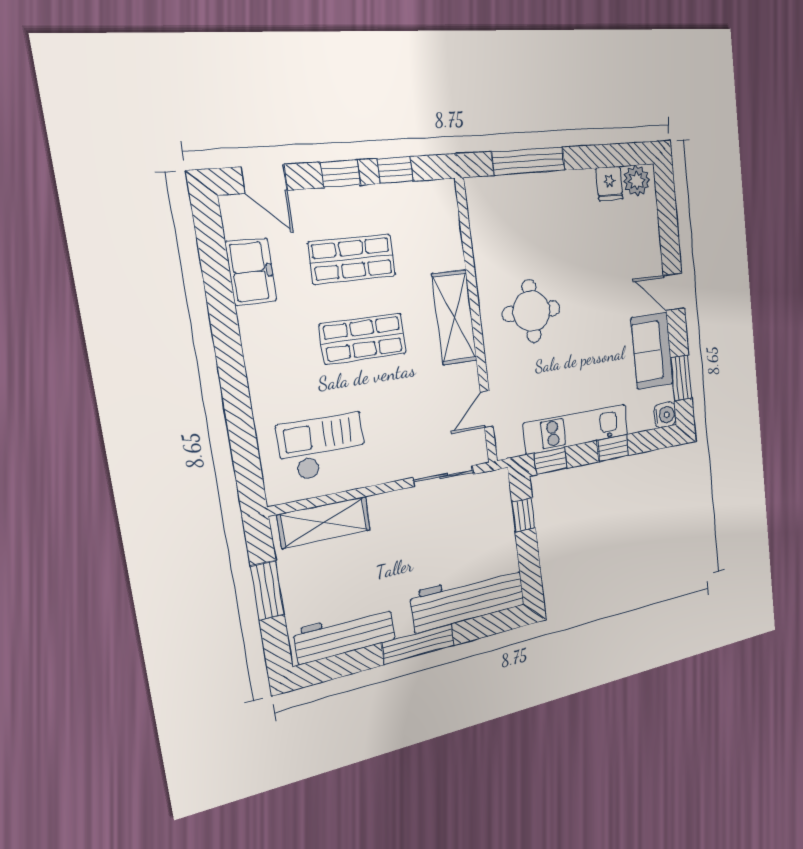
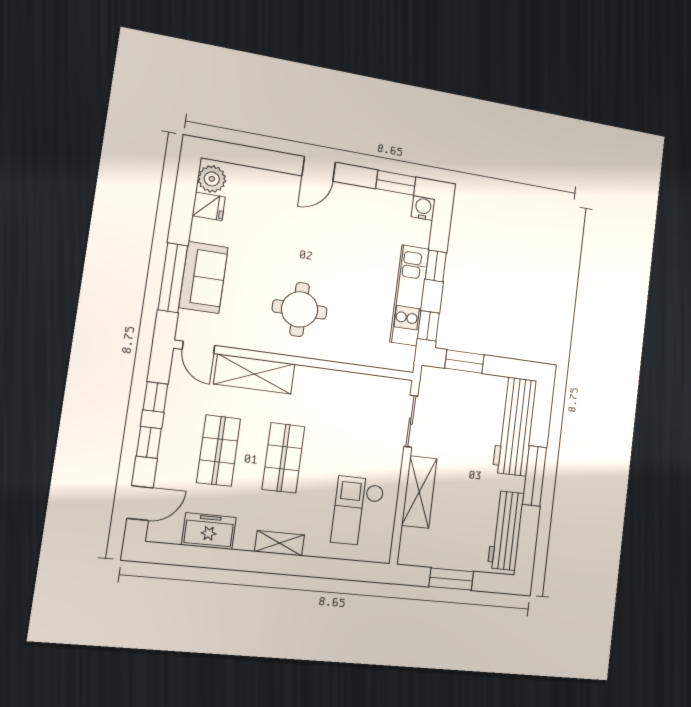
shelving: (454, 318) -> (254, 374), moved
sofa: (652, 351) -> (203, 277), moved, turned -90
shelving: (258, 363) -> (279, 543), added
door: (487, 409) -> (198, 347), moved
window: (524, 515) -> (464, 362), width x1.50
shelving: (324, 522) -> (419, 492), moved

